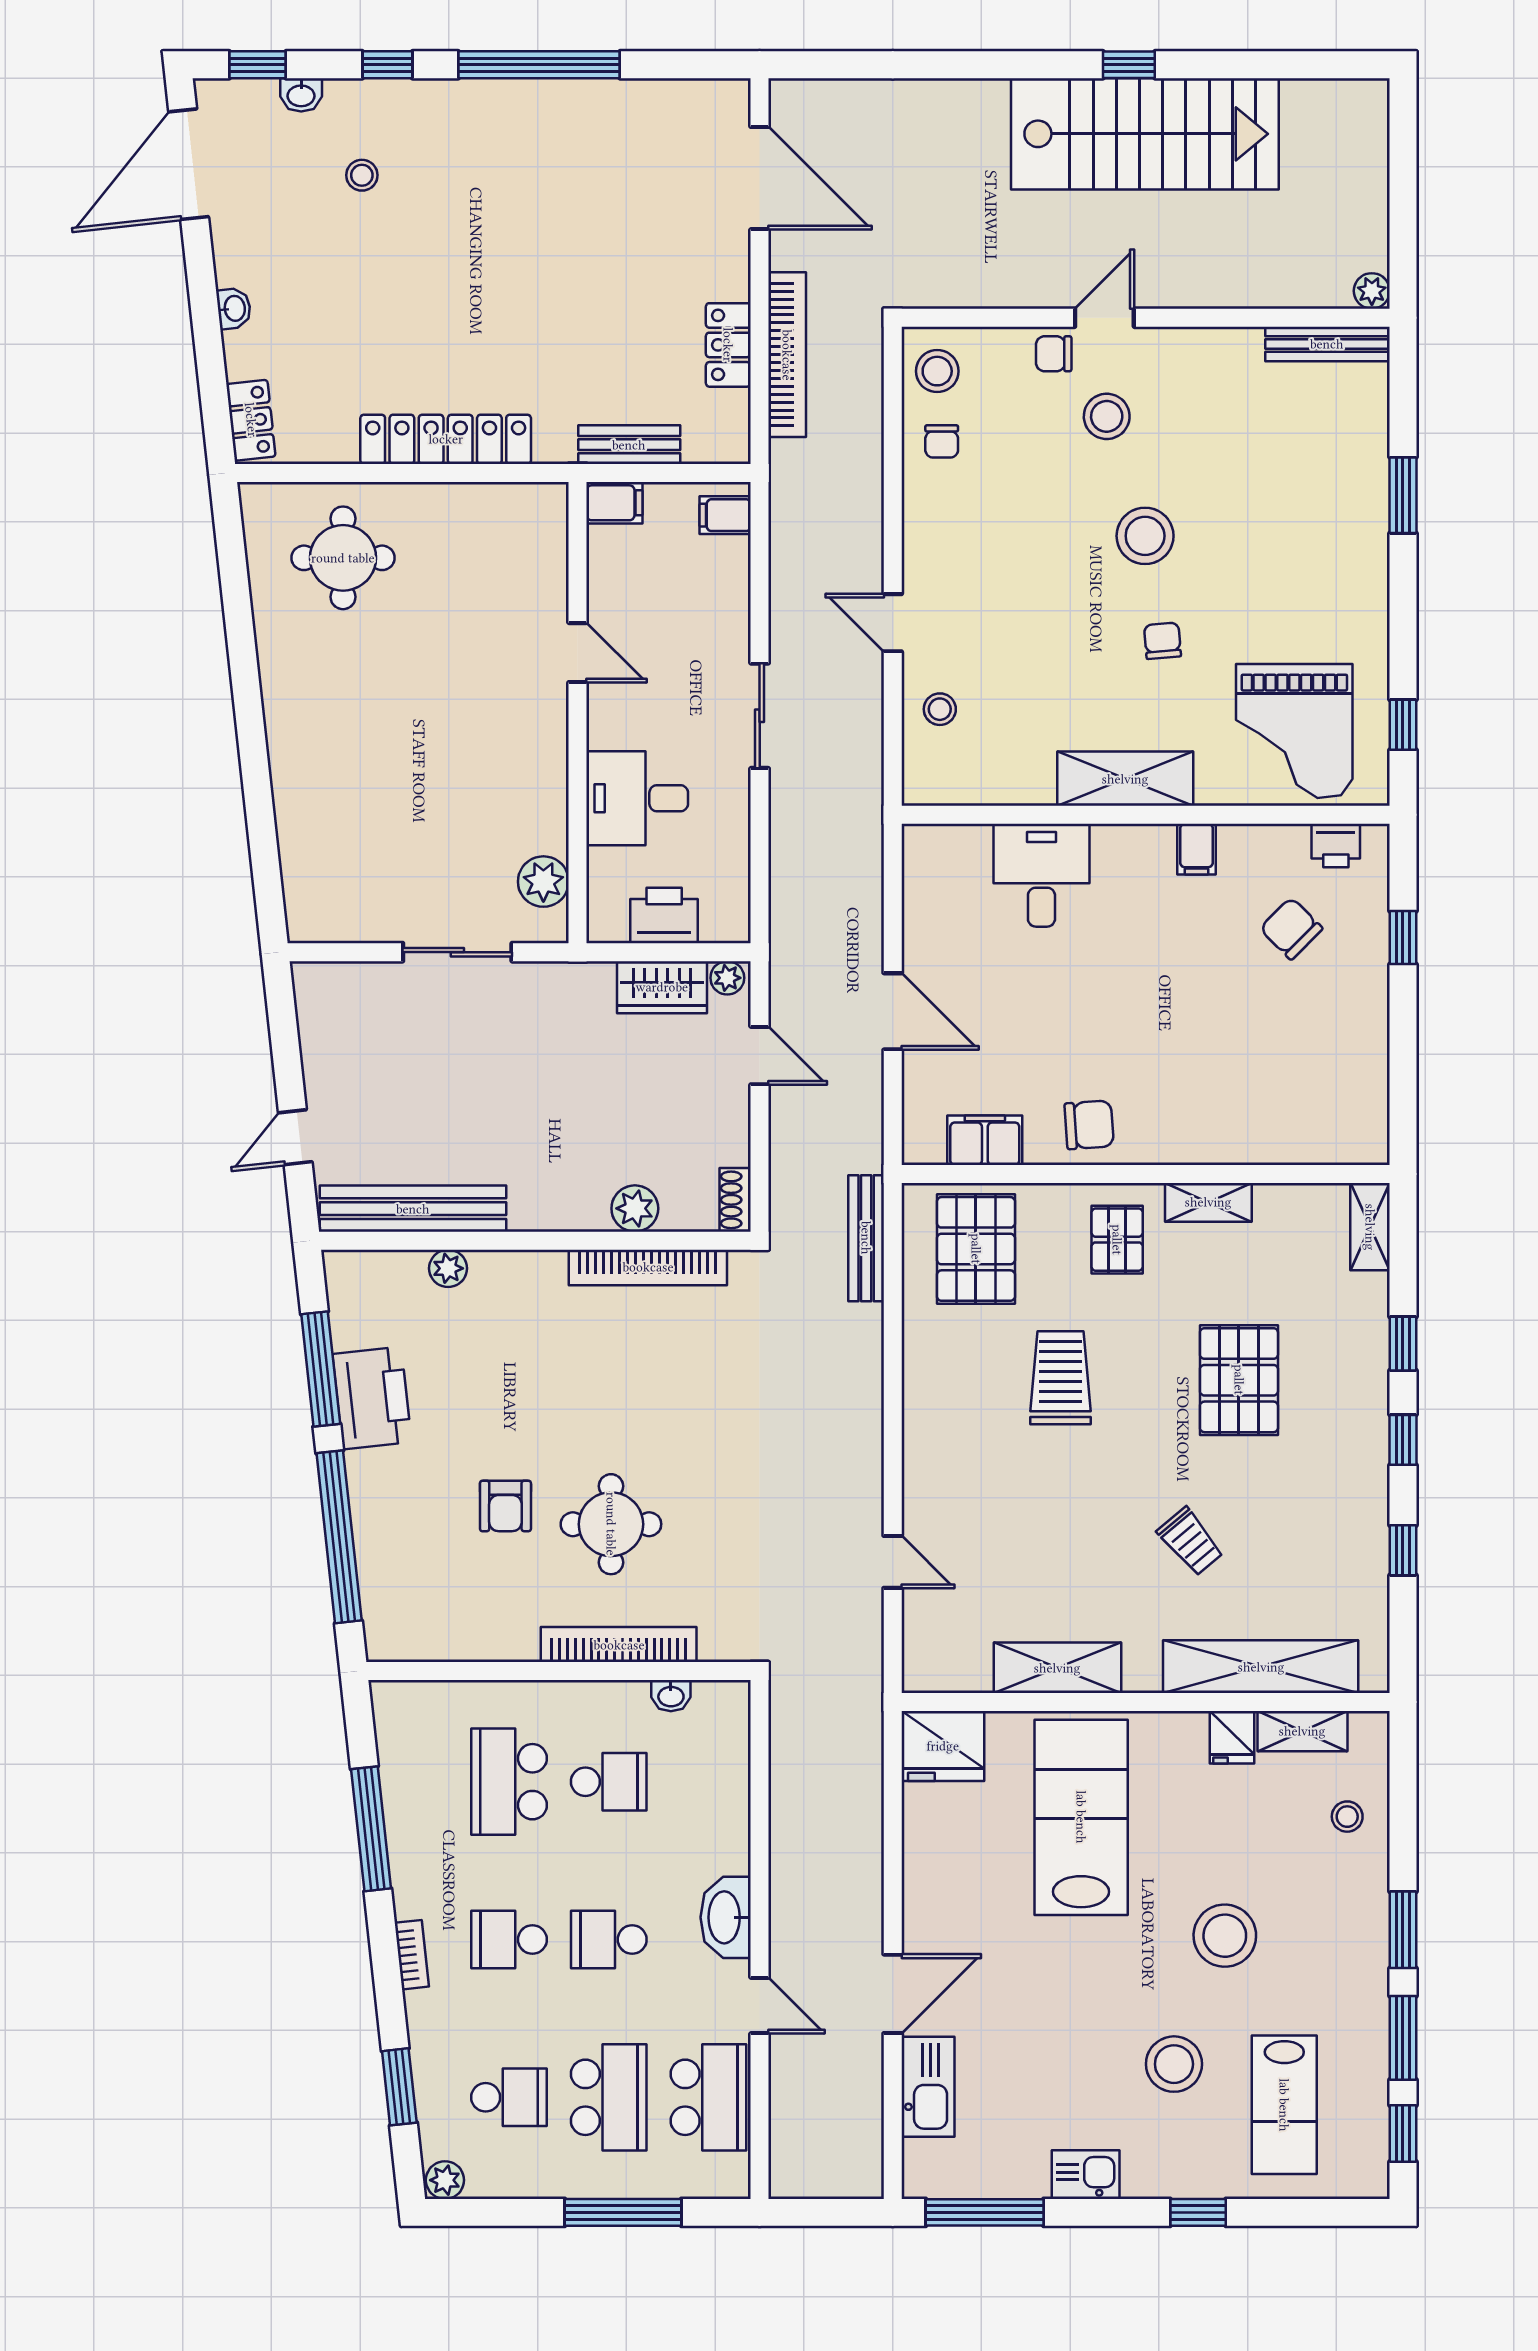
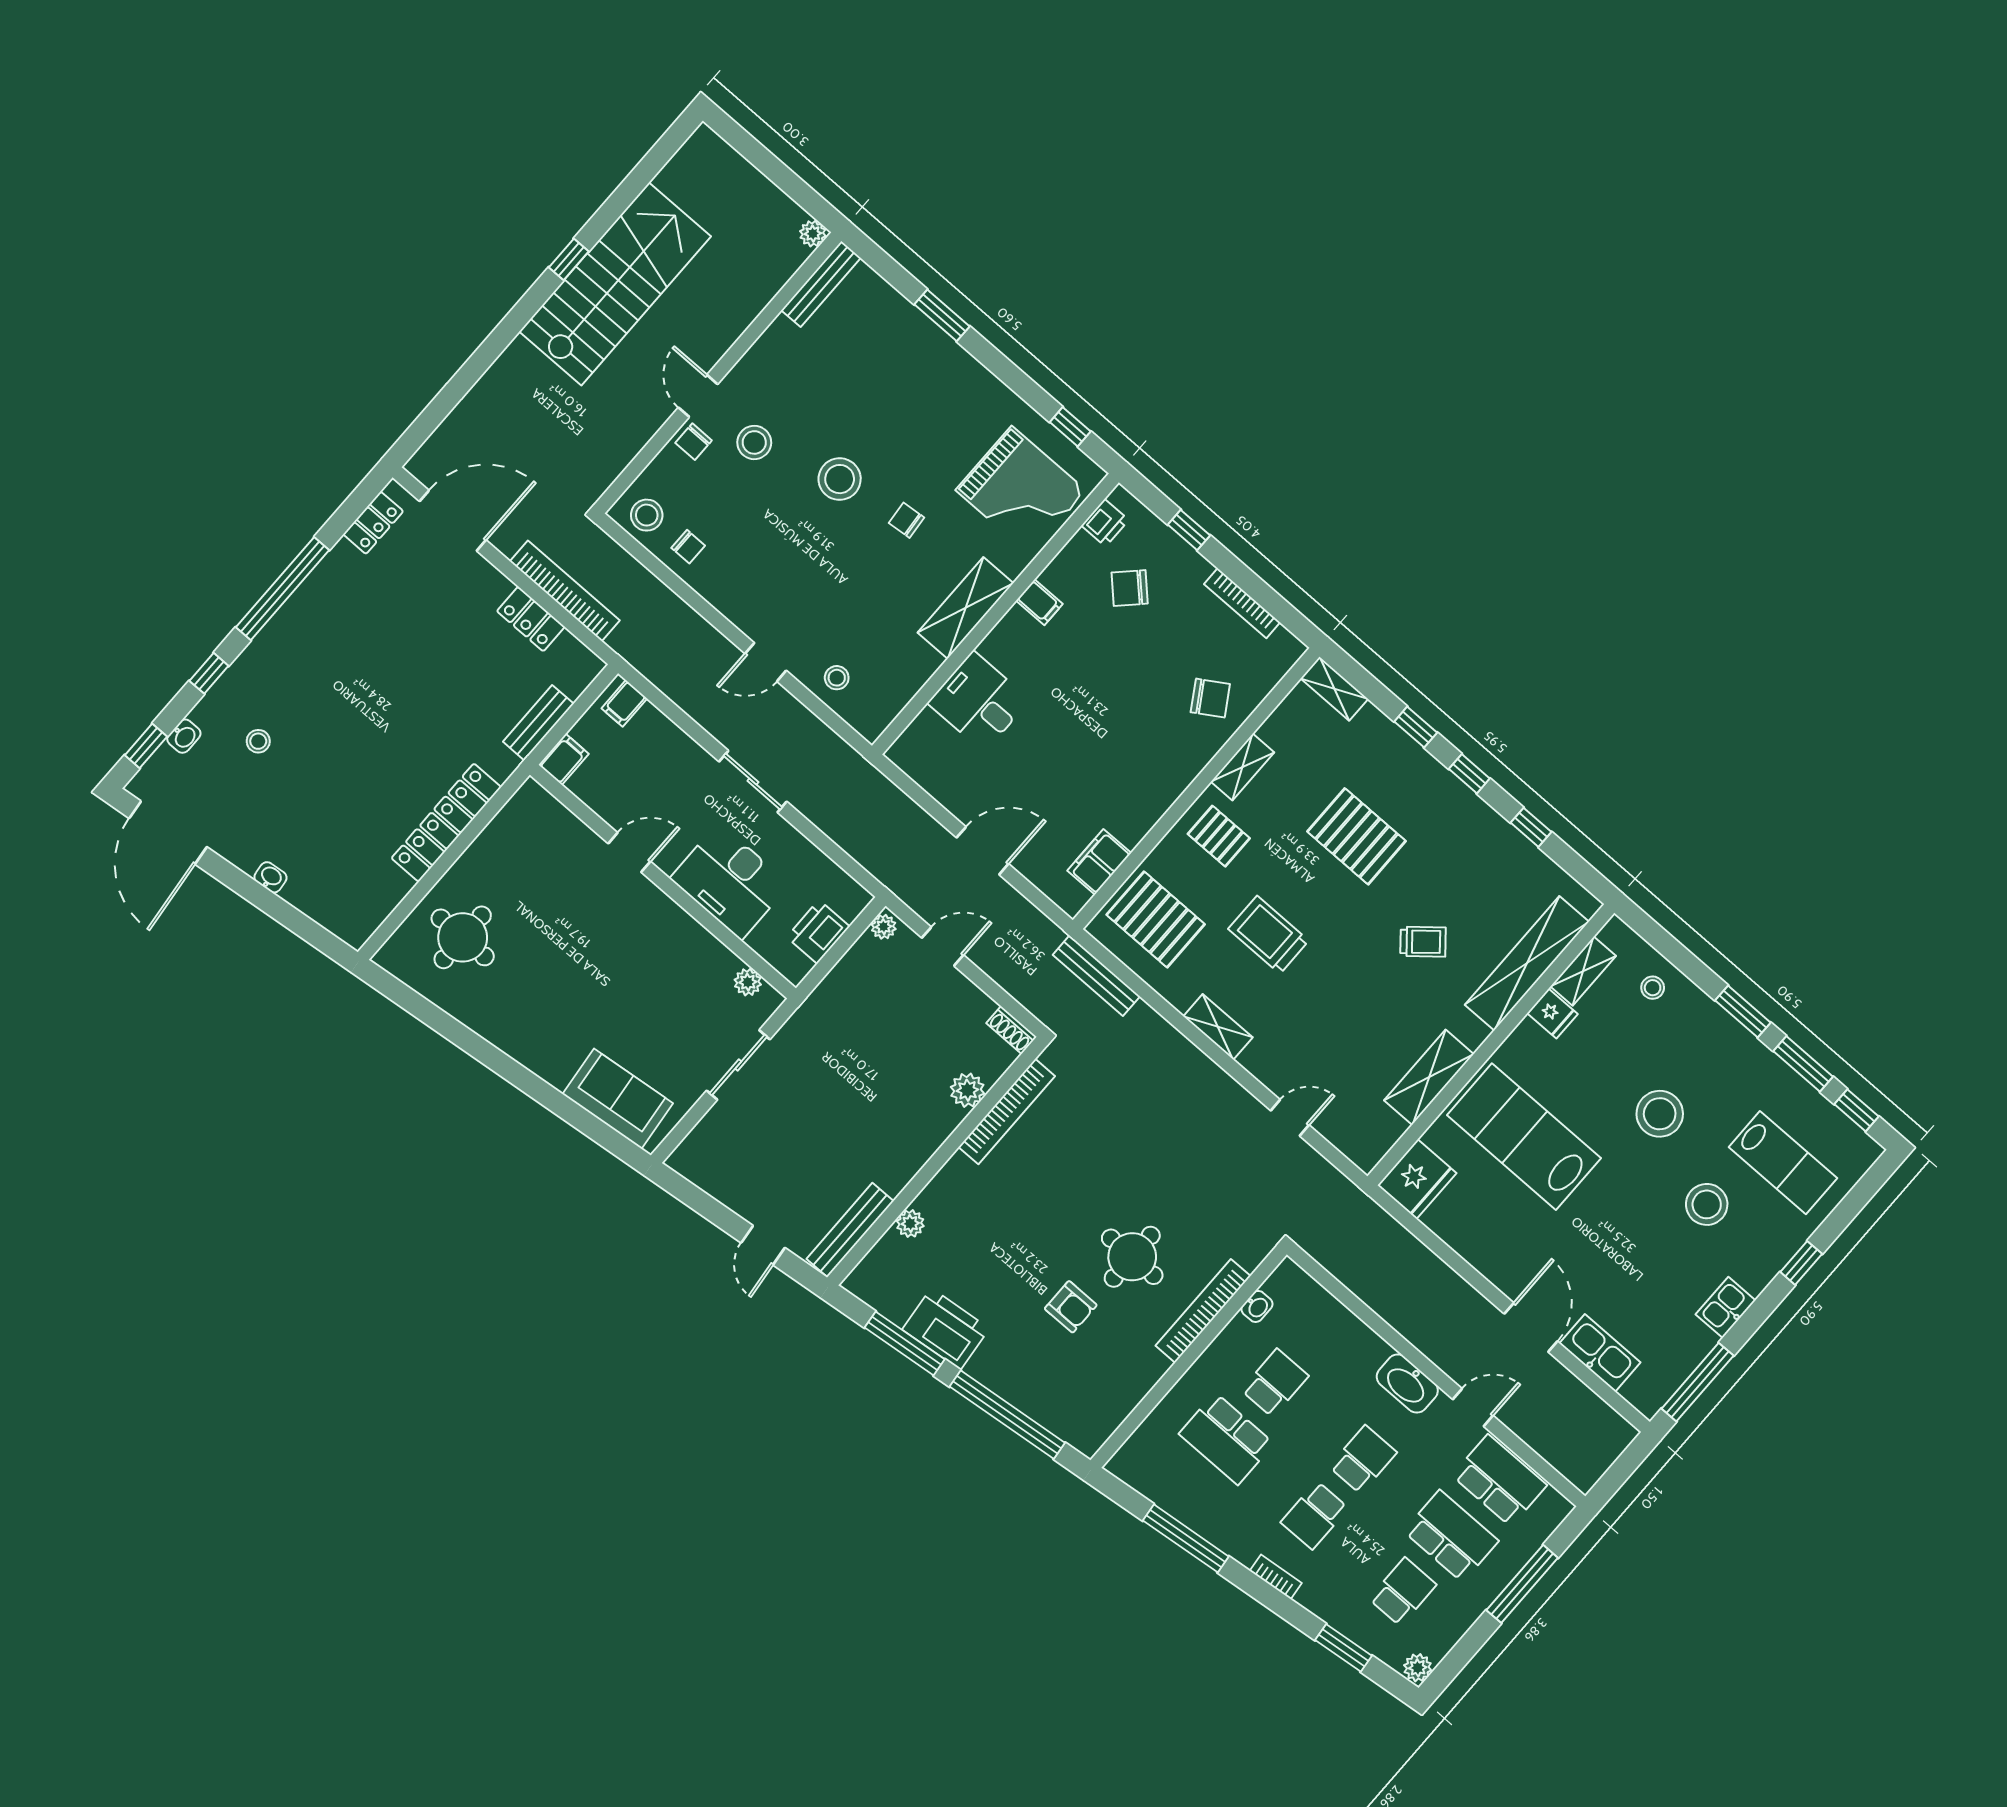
locker: (251, 420) -> (373, 523), moved, turned 96
desk: (637, 798) -> (730, 881), width x1.37
sofa: (316, 859) -> (618, 1099), added
plant: (543, 882) -> (748, 982), width x0.73, depth x0.73
wardrobe: (662, 987) -> (857, 968), removed
bookcase: (1375, 1057) -> (1242, 603), added
chair: (1089, 1125) -> (1210, 698), moved, turned 62
bench: (413, 1209) -> (850, 1230), width x0.73, depth x0.82
shelving: (922, 1408) -> (1218, 1027), added
school desk: (609, 1940) -> (1363, 1460), turned 180

